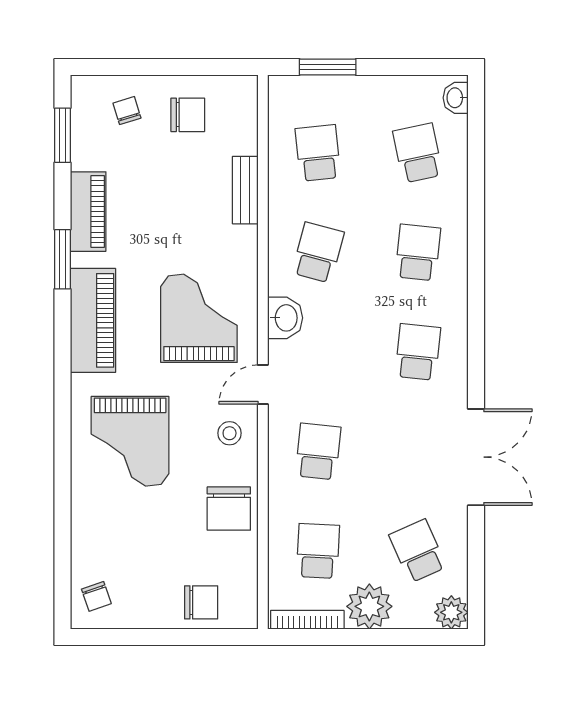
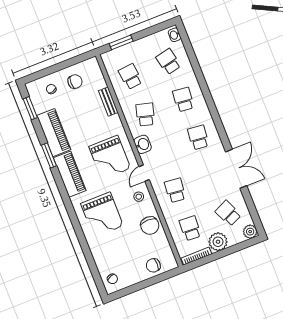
piano: (88, 212) -> (54, 133), width x1.37, depth x1.33
grand piano: (199, 318) -> (110, 157), turned 180
chair: (201, 602) -> (153, 265), turned 180

